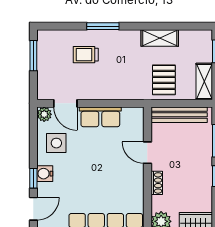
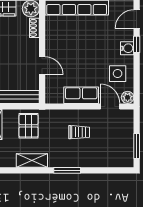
window: (103, 26) -> (67, 170), moved
trolley: (86, 55) -> (79, 132), moved
shoe rack: (157, 183) -> (34, 28), moved

